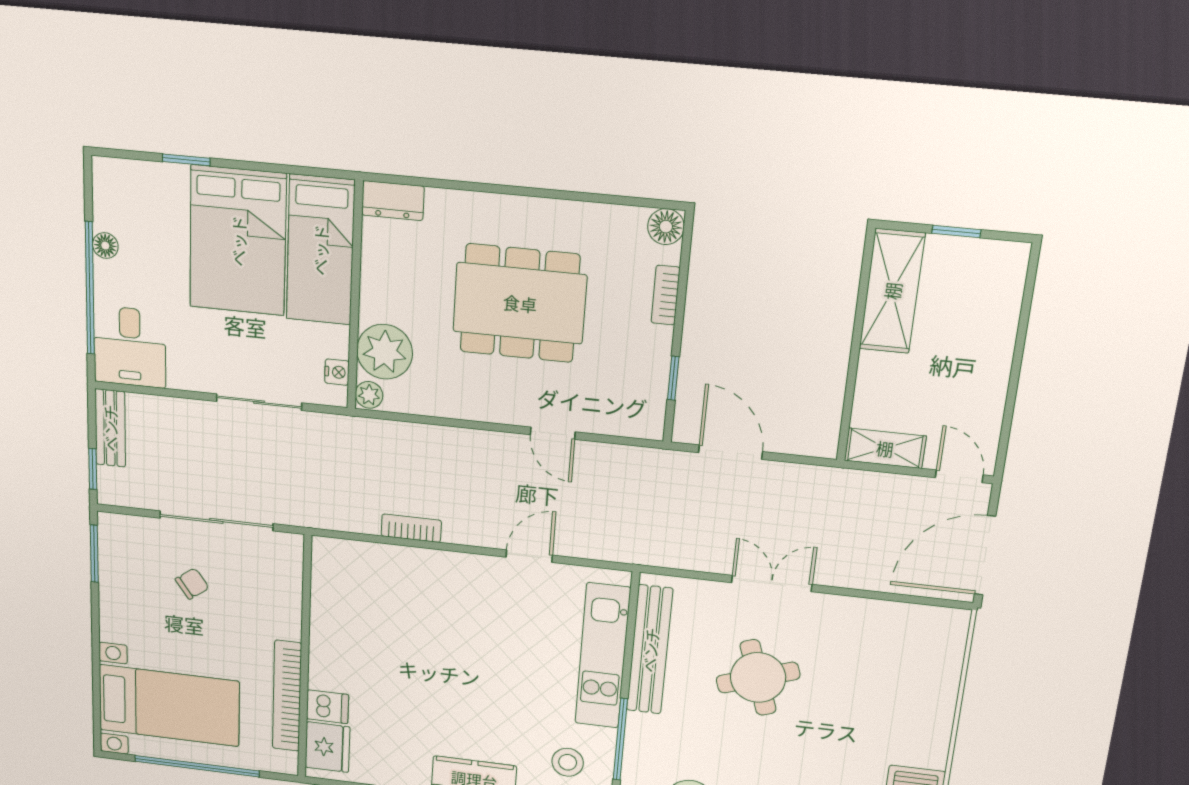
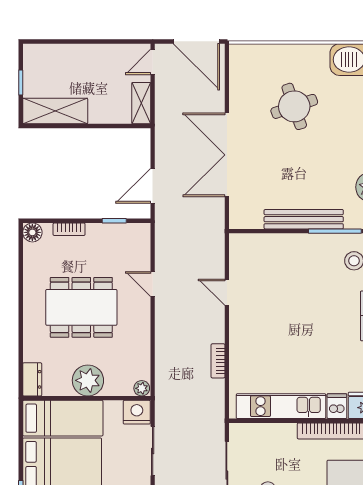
dining table: (520, 303) -> (81, 307), turned 90
plant: (385, 352) -> (88, 380), moved
nightstand: (337, 372) -> (137, 412), width x1.89, depth x1.79
door: (553, 433) -> (153, 284), swing flipped
double door: (772, 584) -> (227, 155), width x1.87
bench: (650, 650) -> (304, 219), moved
kitchen unit: (603, 656) -> (281, 406), moved, turned 180
round table: (758, 678) -> (294, 106), moved

